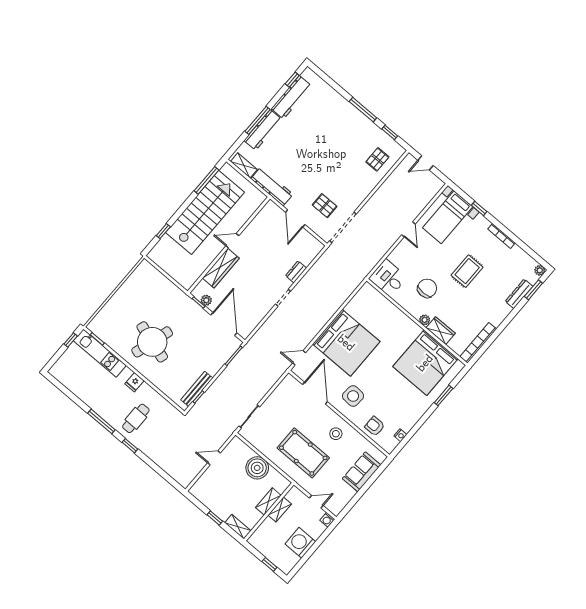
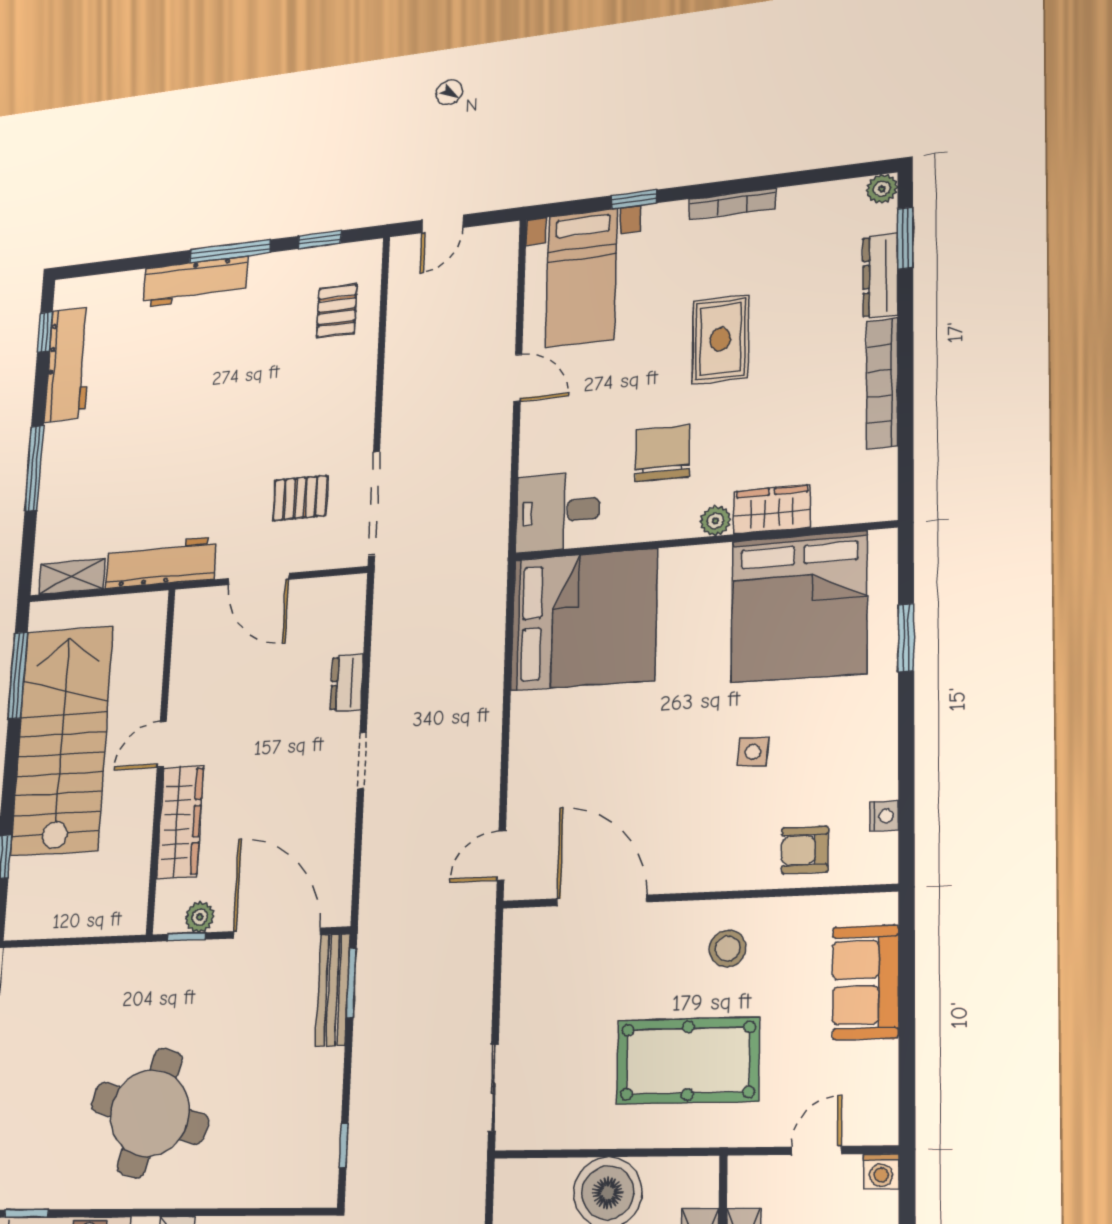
workbench: (263, 130) -> (195, 282), moved, turned 90
bed: (346, 343) -> (584, 620), moved
bookcase: (478, 343) -> (882, 383), moved
bench: (197, 389) -> (333, 990), moved
side table: (353, 396) -> (753, 752), moved, width x0.54, depth x0.54

